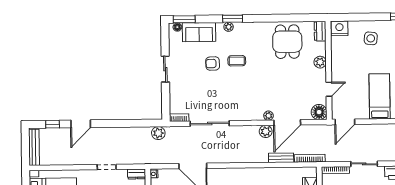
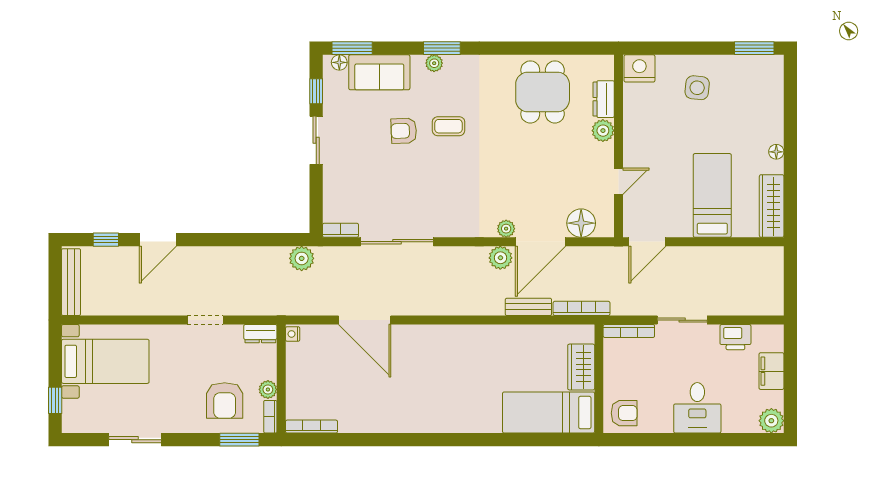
dresser: (320, 31) -> (604, 99), moved
window: (165, 43) -> (316, 91), added
floor lamp: (319, 112) -> (581, 223), moved

